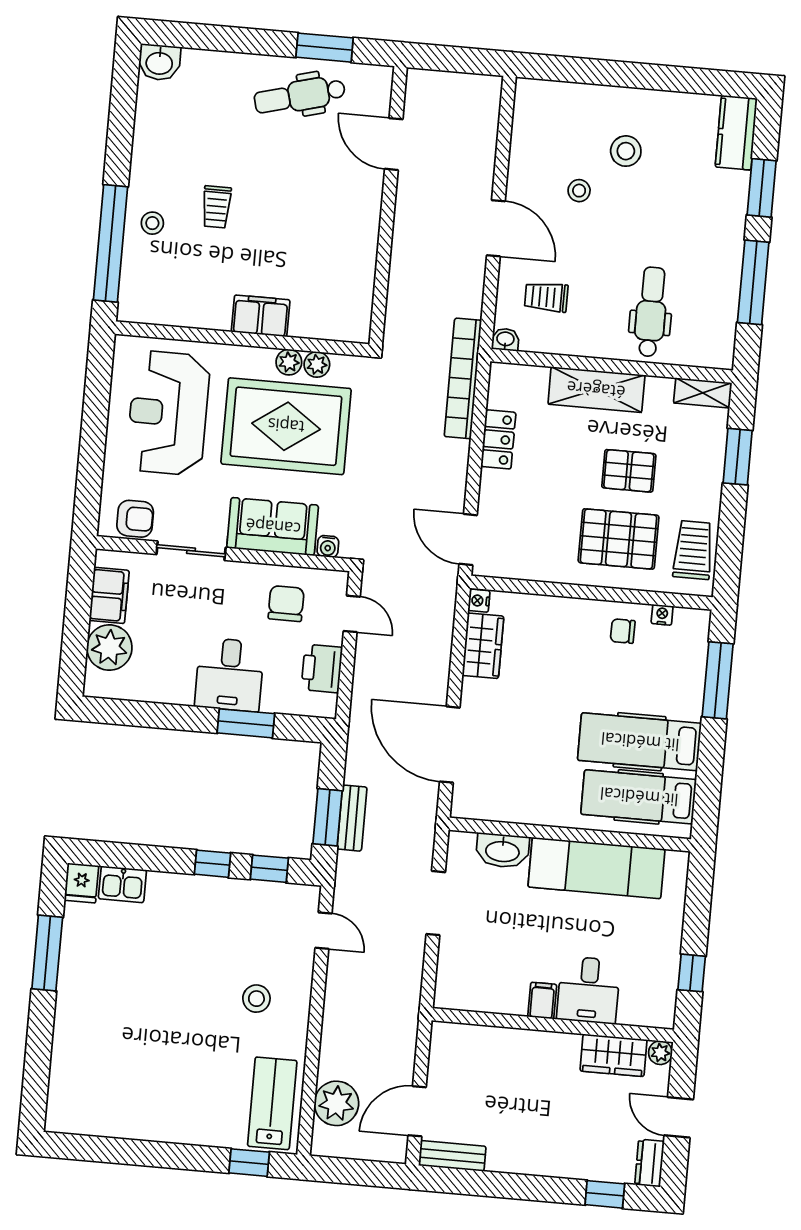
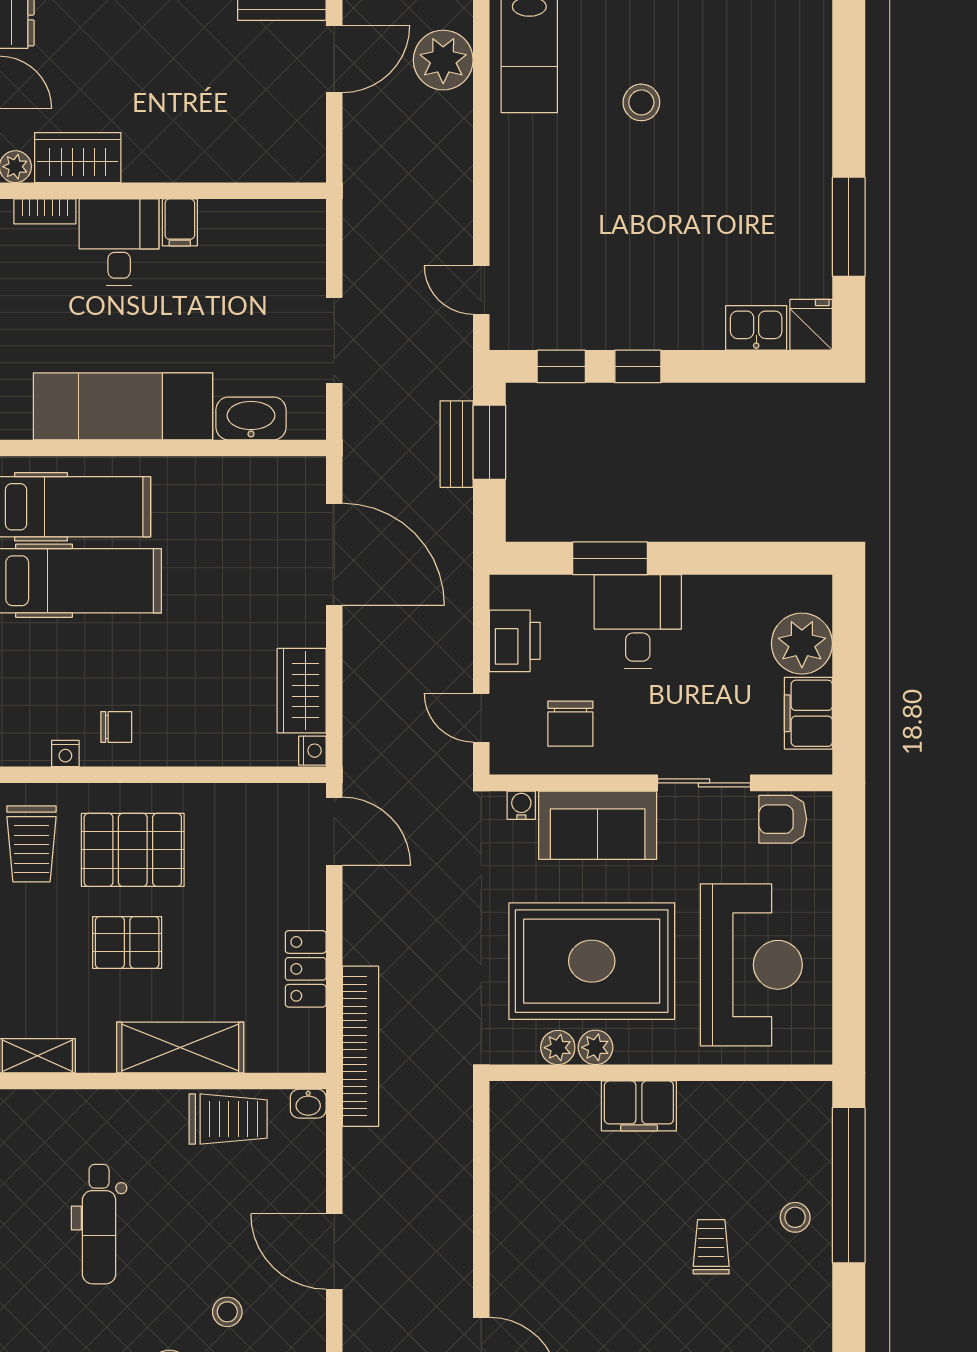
trolley: (546, 297) -> (228, 1119), moved, width x1.36, depth x1.39
dental chair: (651, 312) -> (99, 1224), moved
stool: (256, 999) -> (641, 102), moved
bookcase: (641, 1018) -> (45, 211), added

